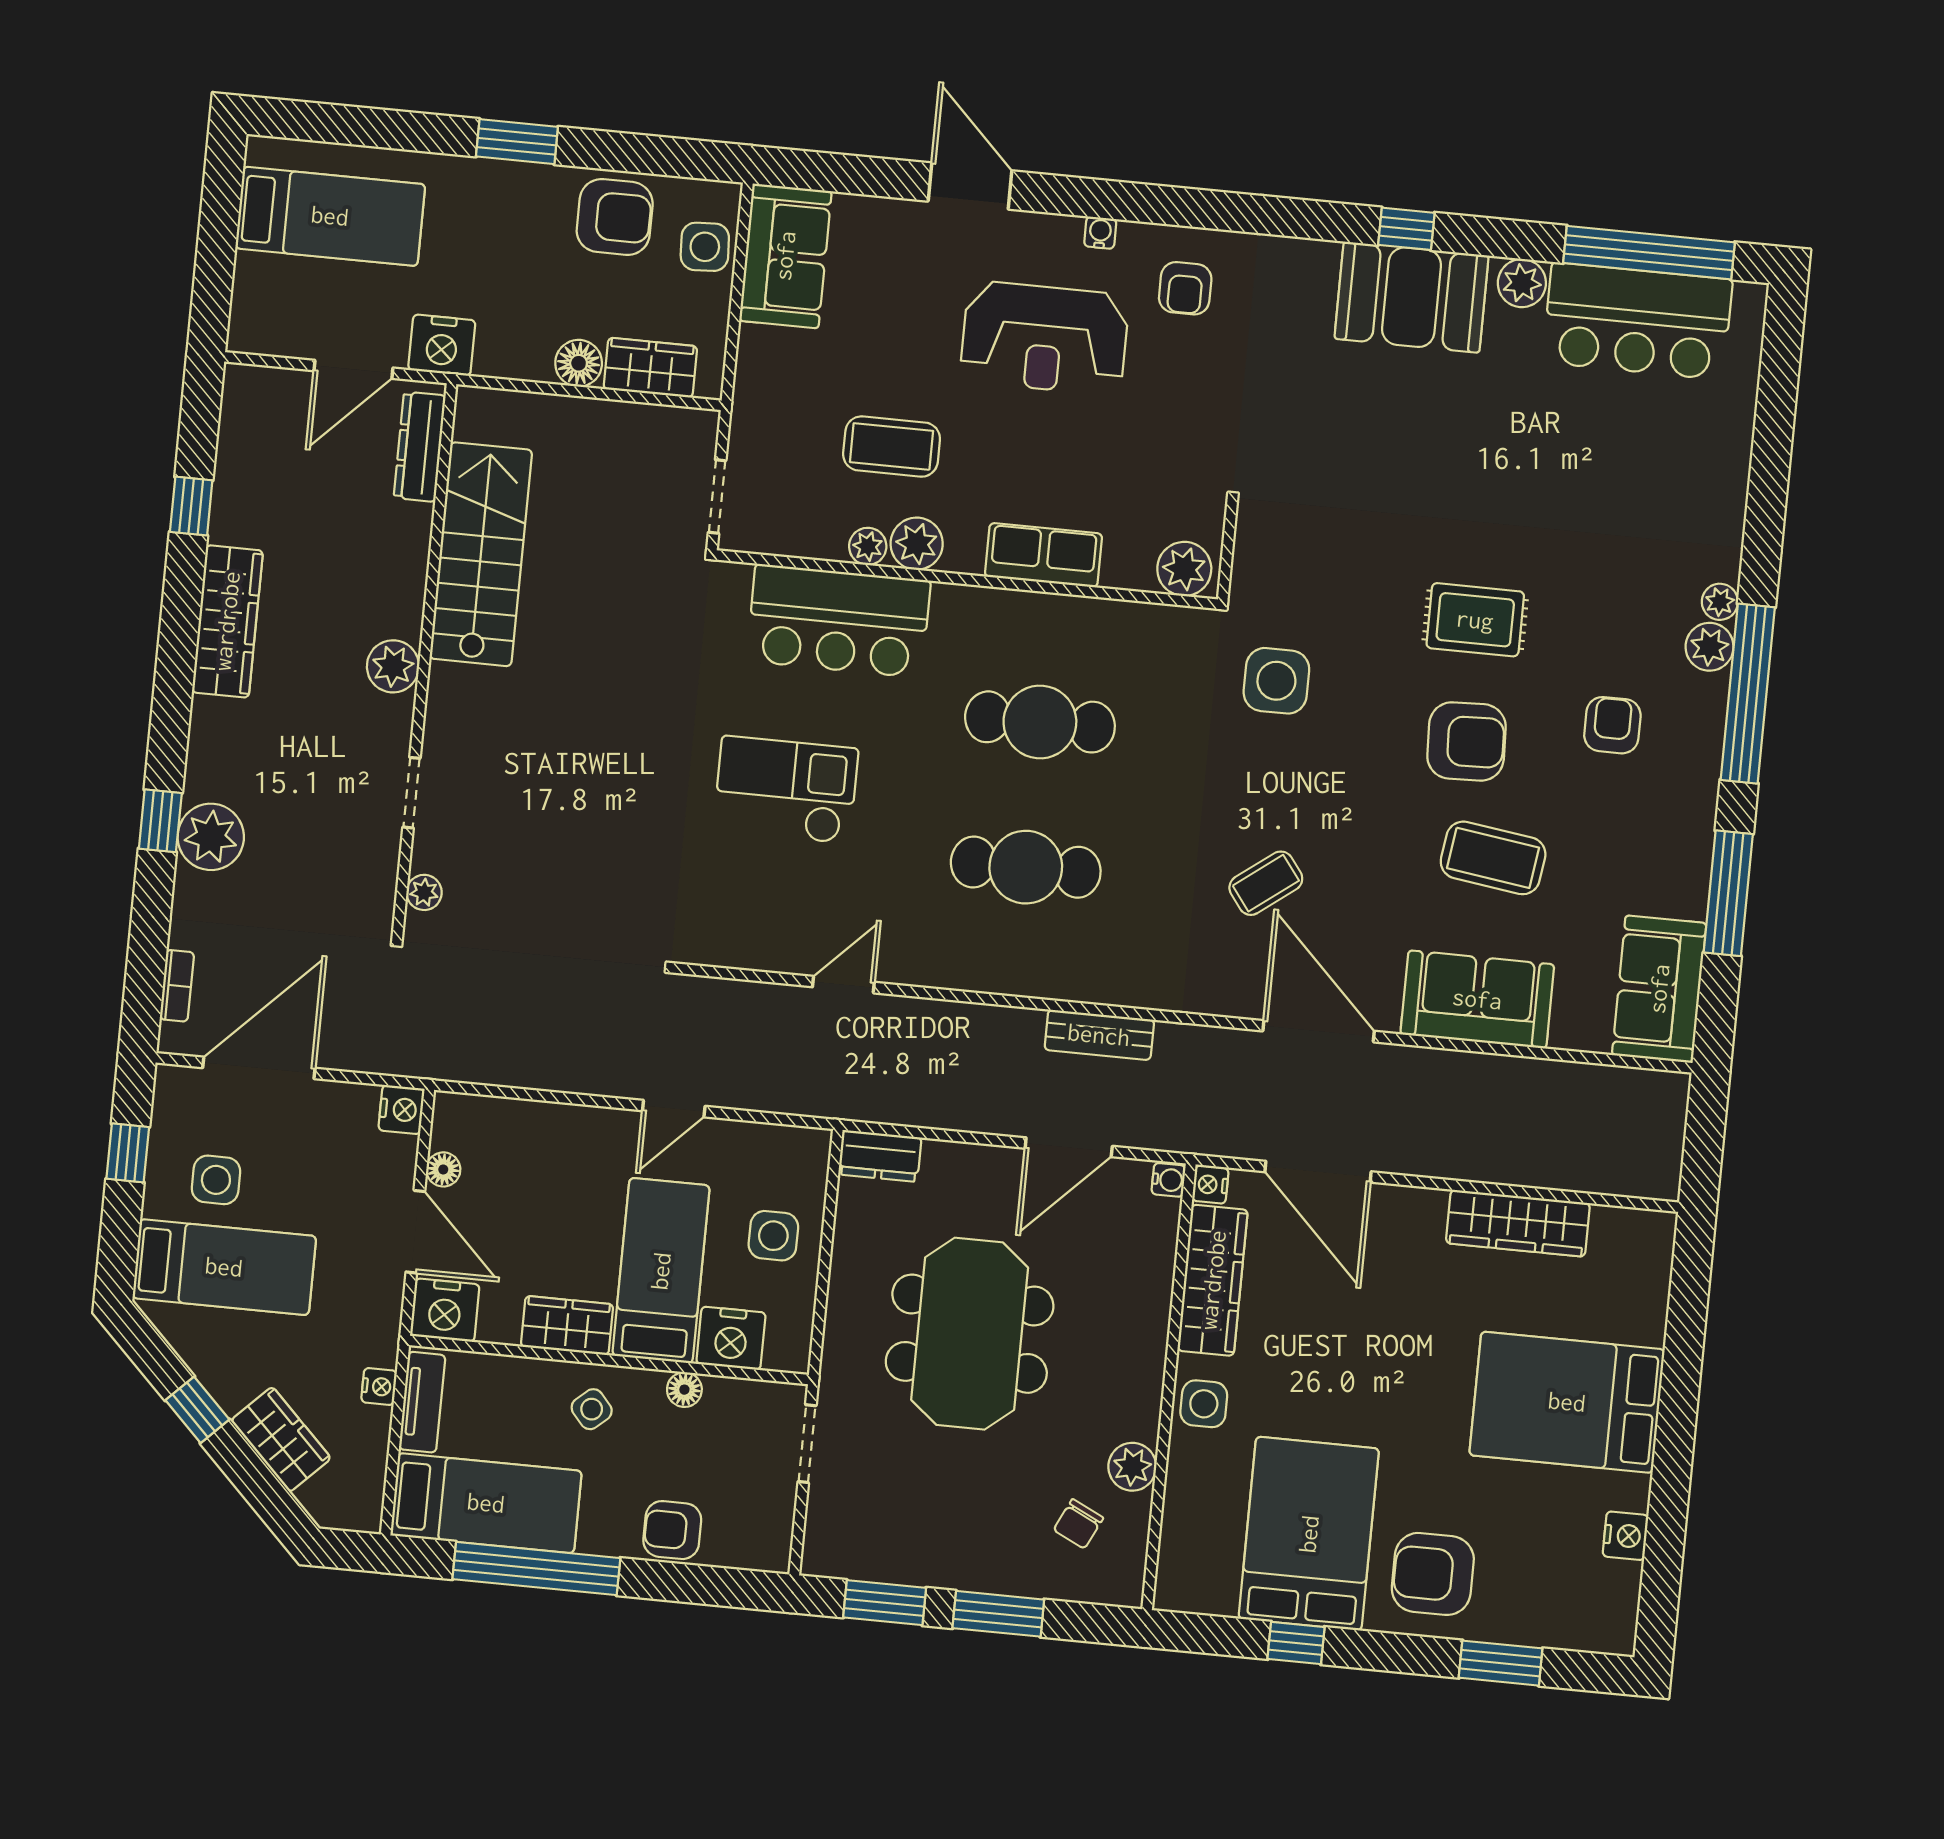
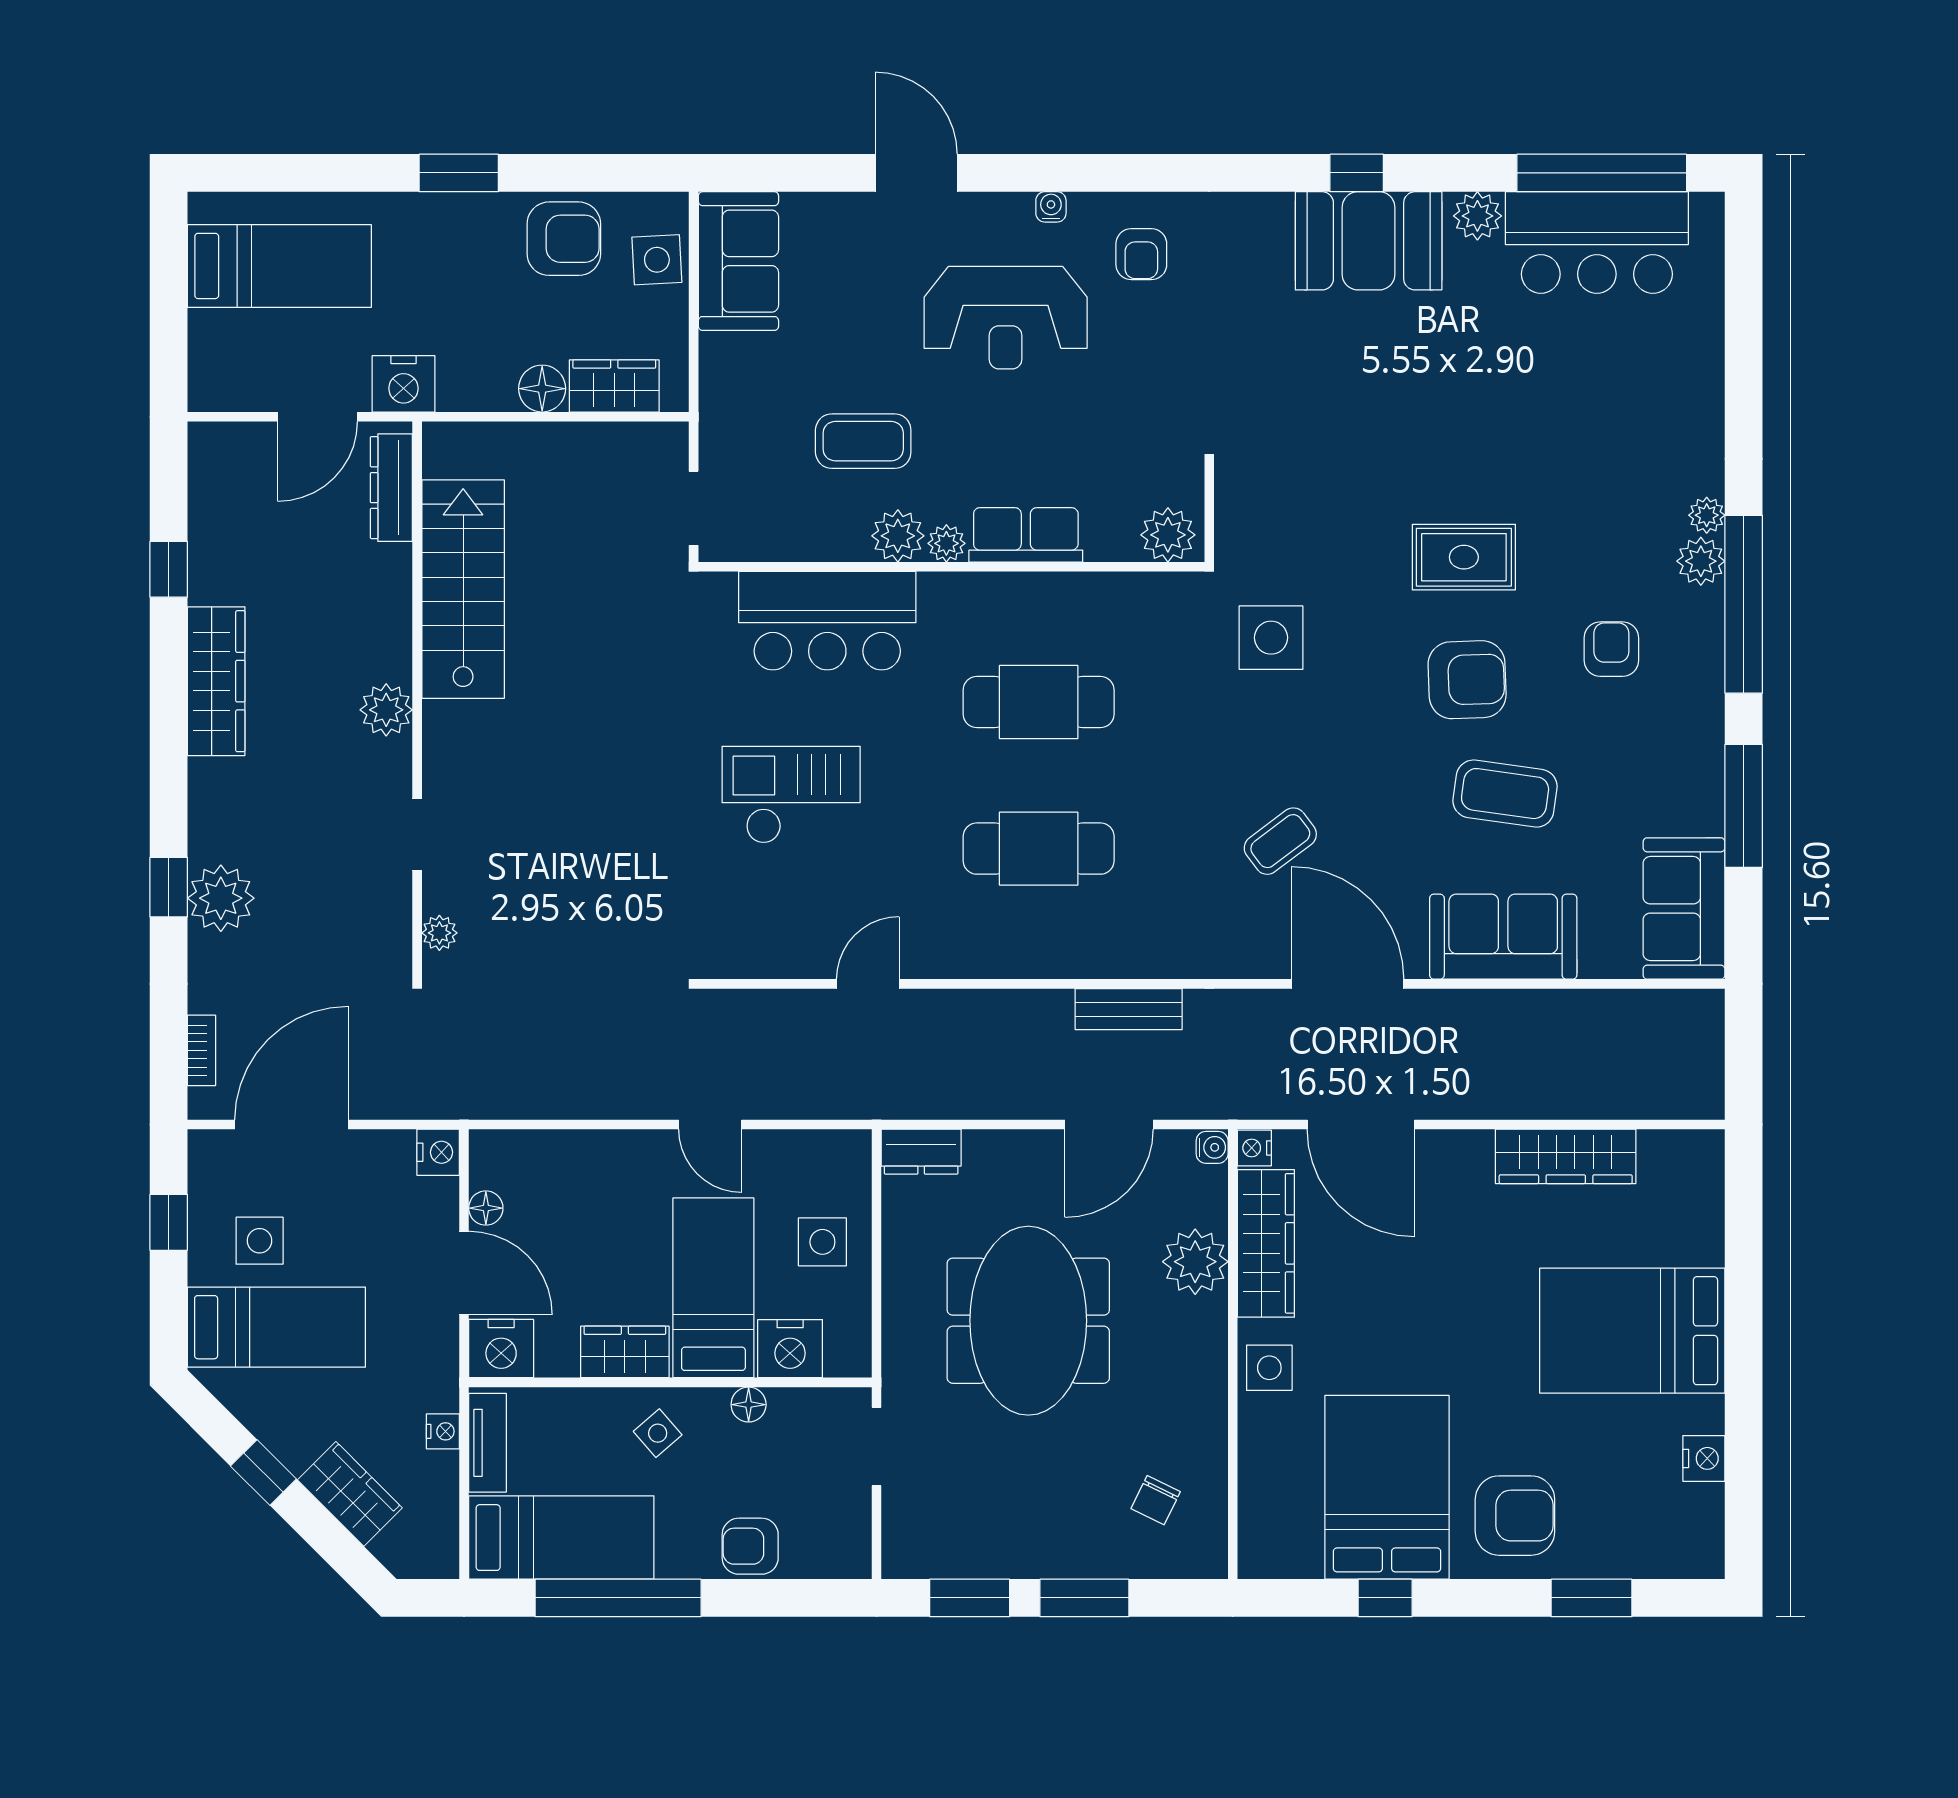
plant: (868, 546) -> (946, 543), moved
door: (674, 1109) -> (710, 1125), hinge flipped
plant: (1132, 1467) -> (1195, 1262), moved, width x1.36, depth x1.36
armchair: (1433, 1574) -> (1515, 1516), turned 180

